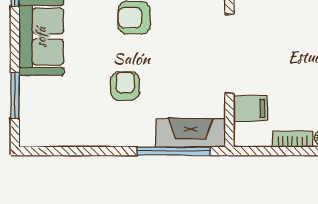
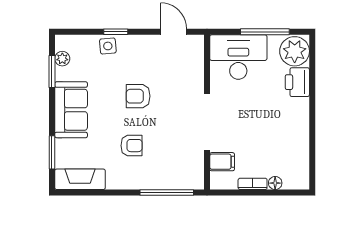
armchair: (125, 86) -> (132, 146), turned 90
fireplace: (191, 133) -> (80, 179), moved

